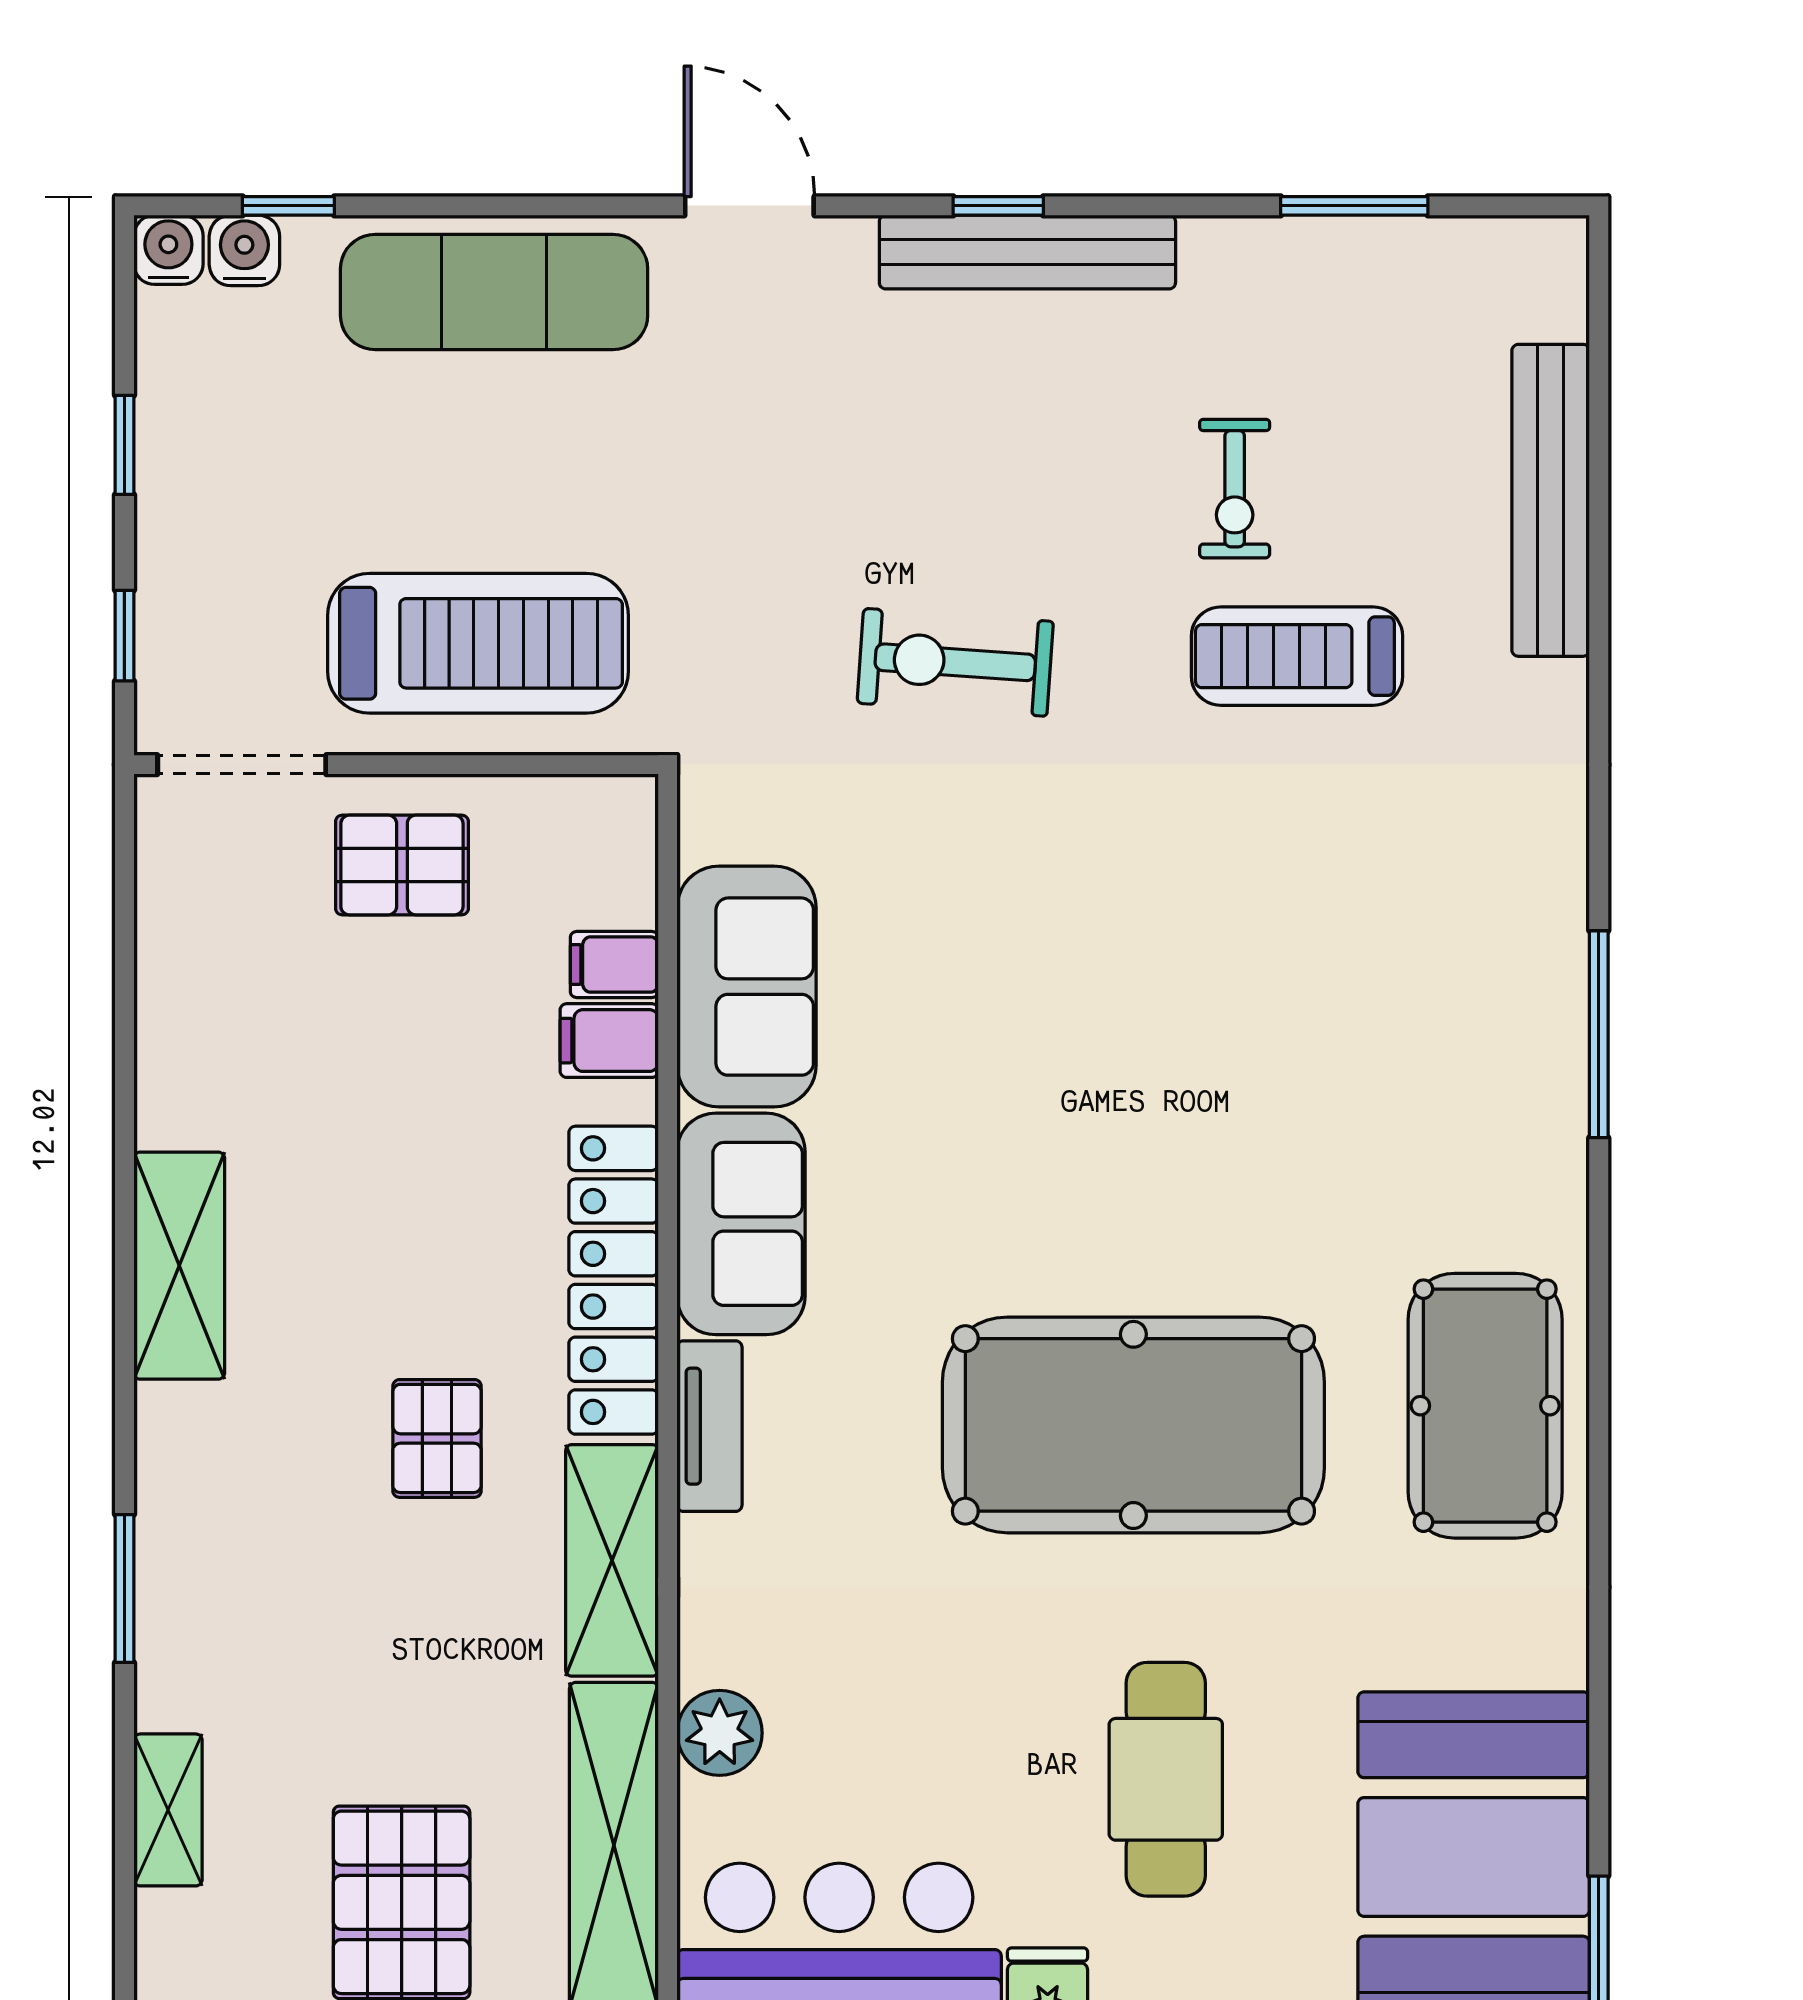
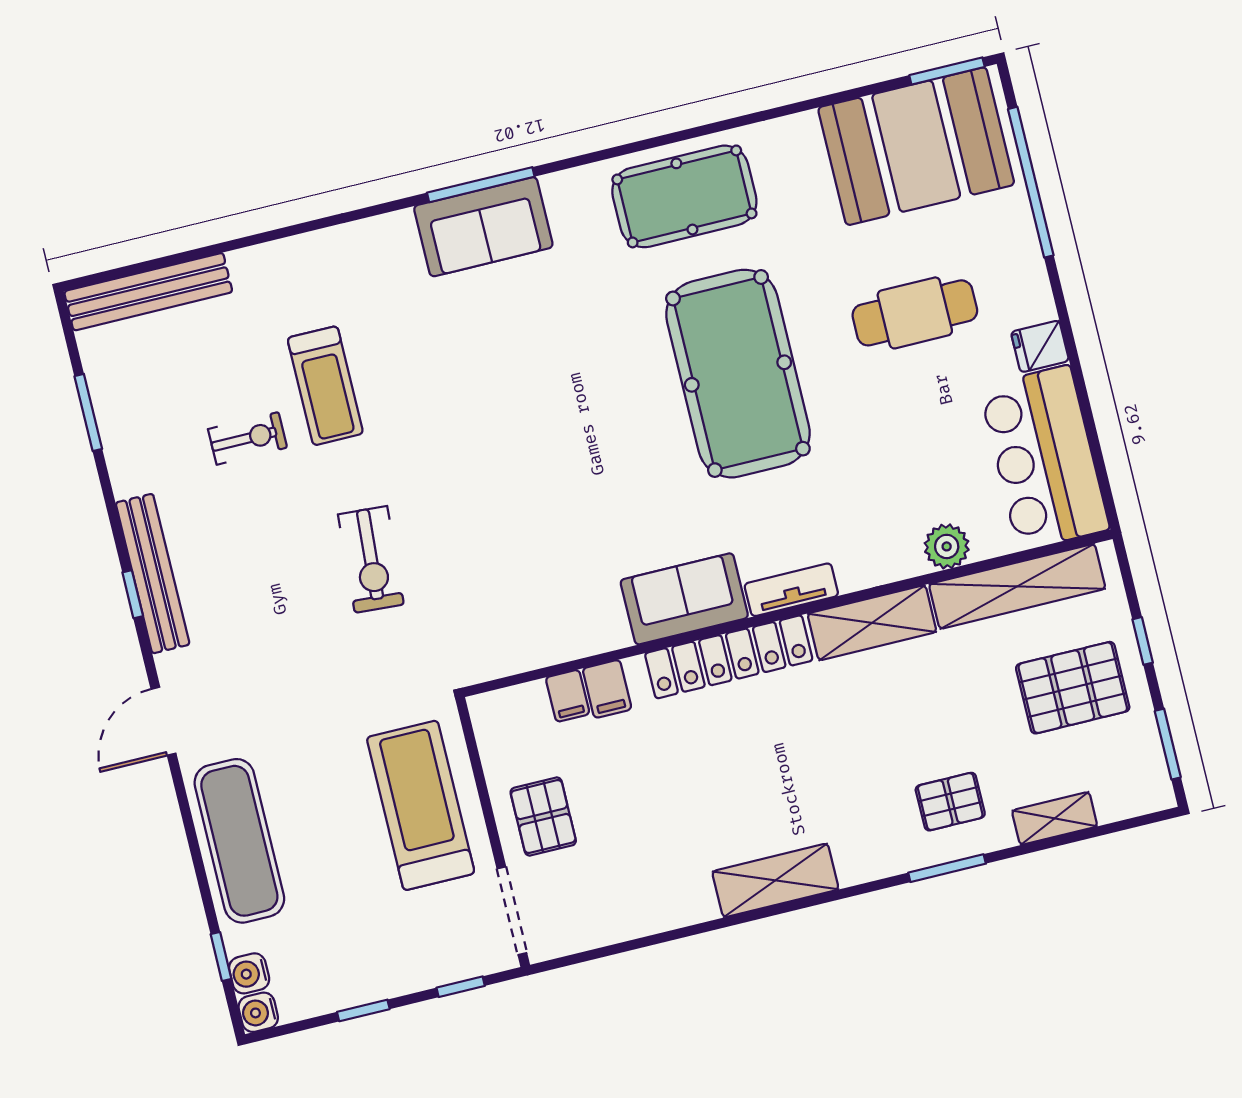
bench: (1551, 500) -> (148, 292), moved
sofa: (747, 987) -> (483, 227), moved, turned 180
pallet: (437, 1438) -> (950, 802), moved

